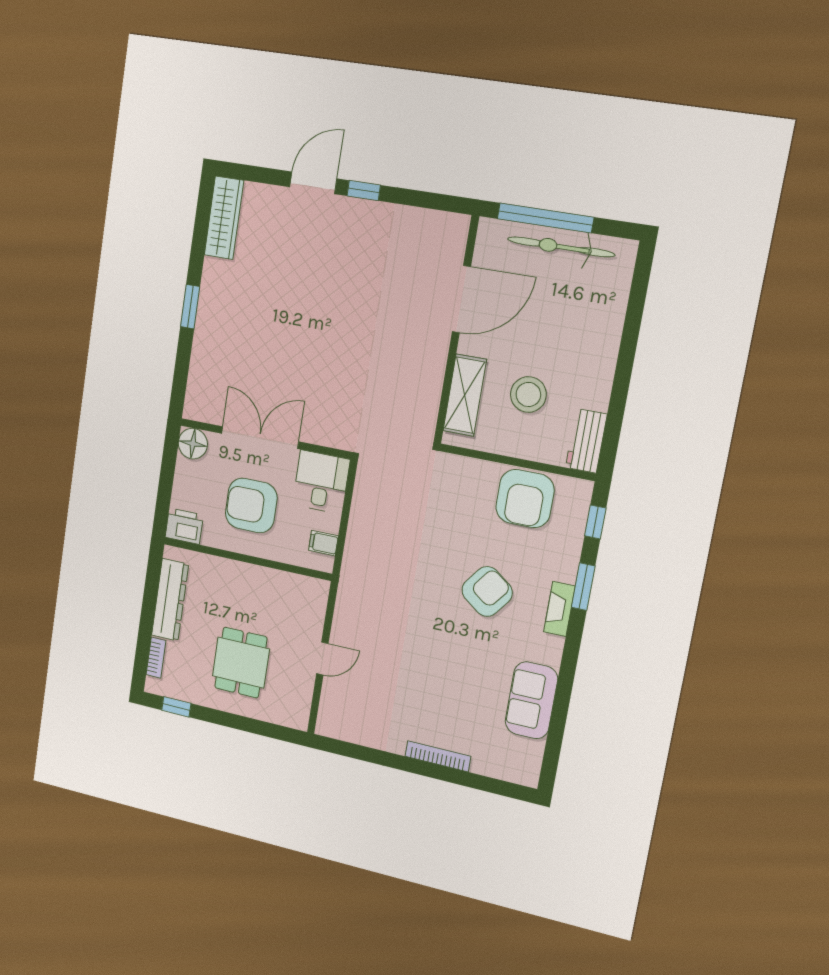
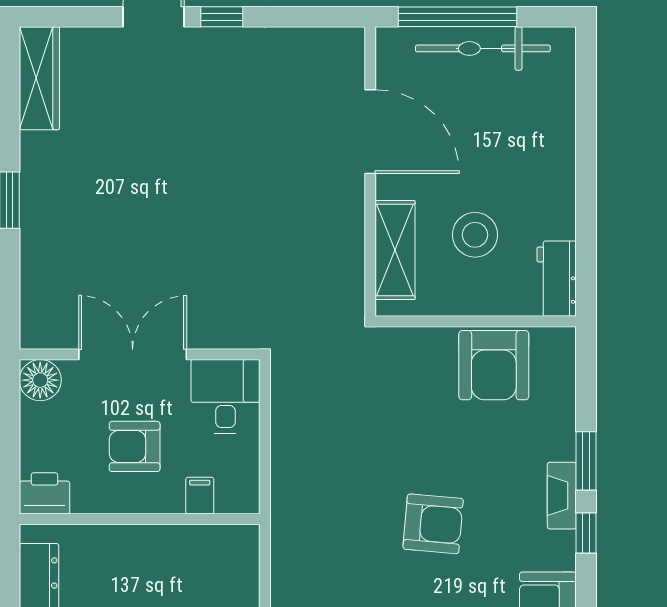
door: (461, 299) -> (370, 132), hinge flipped
armchair: (251, 505) -> (135, 446), width x0.73, depth x0.73
window: (595, 522) -> (586, 533), moved
filing cabinet: (323, 543) -> (200, 496), moved, turned 90
armchair: (487, 591) -> (433, 524), moved, turned 58

